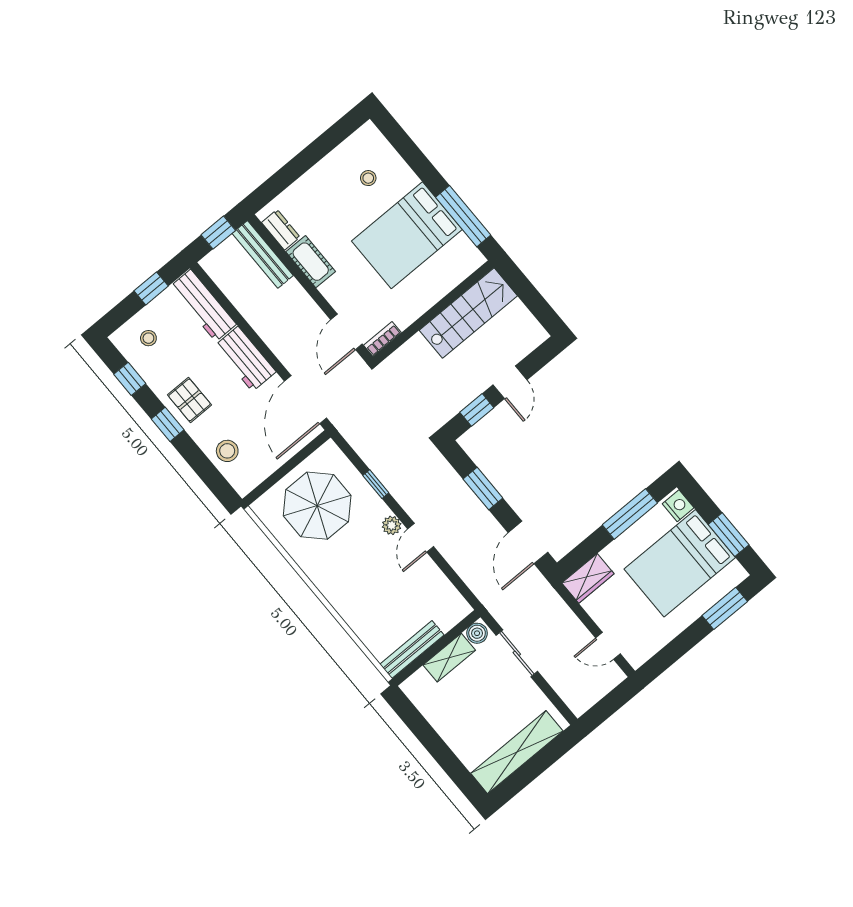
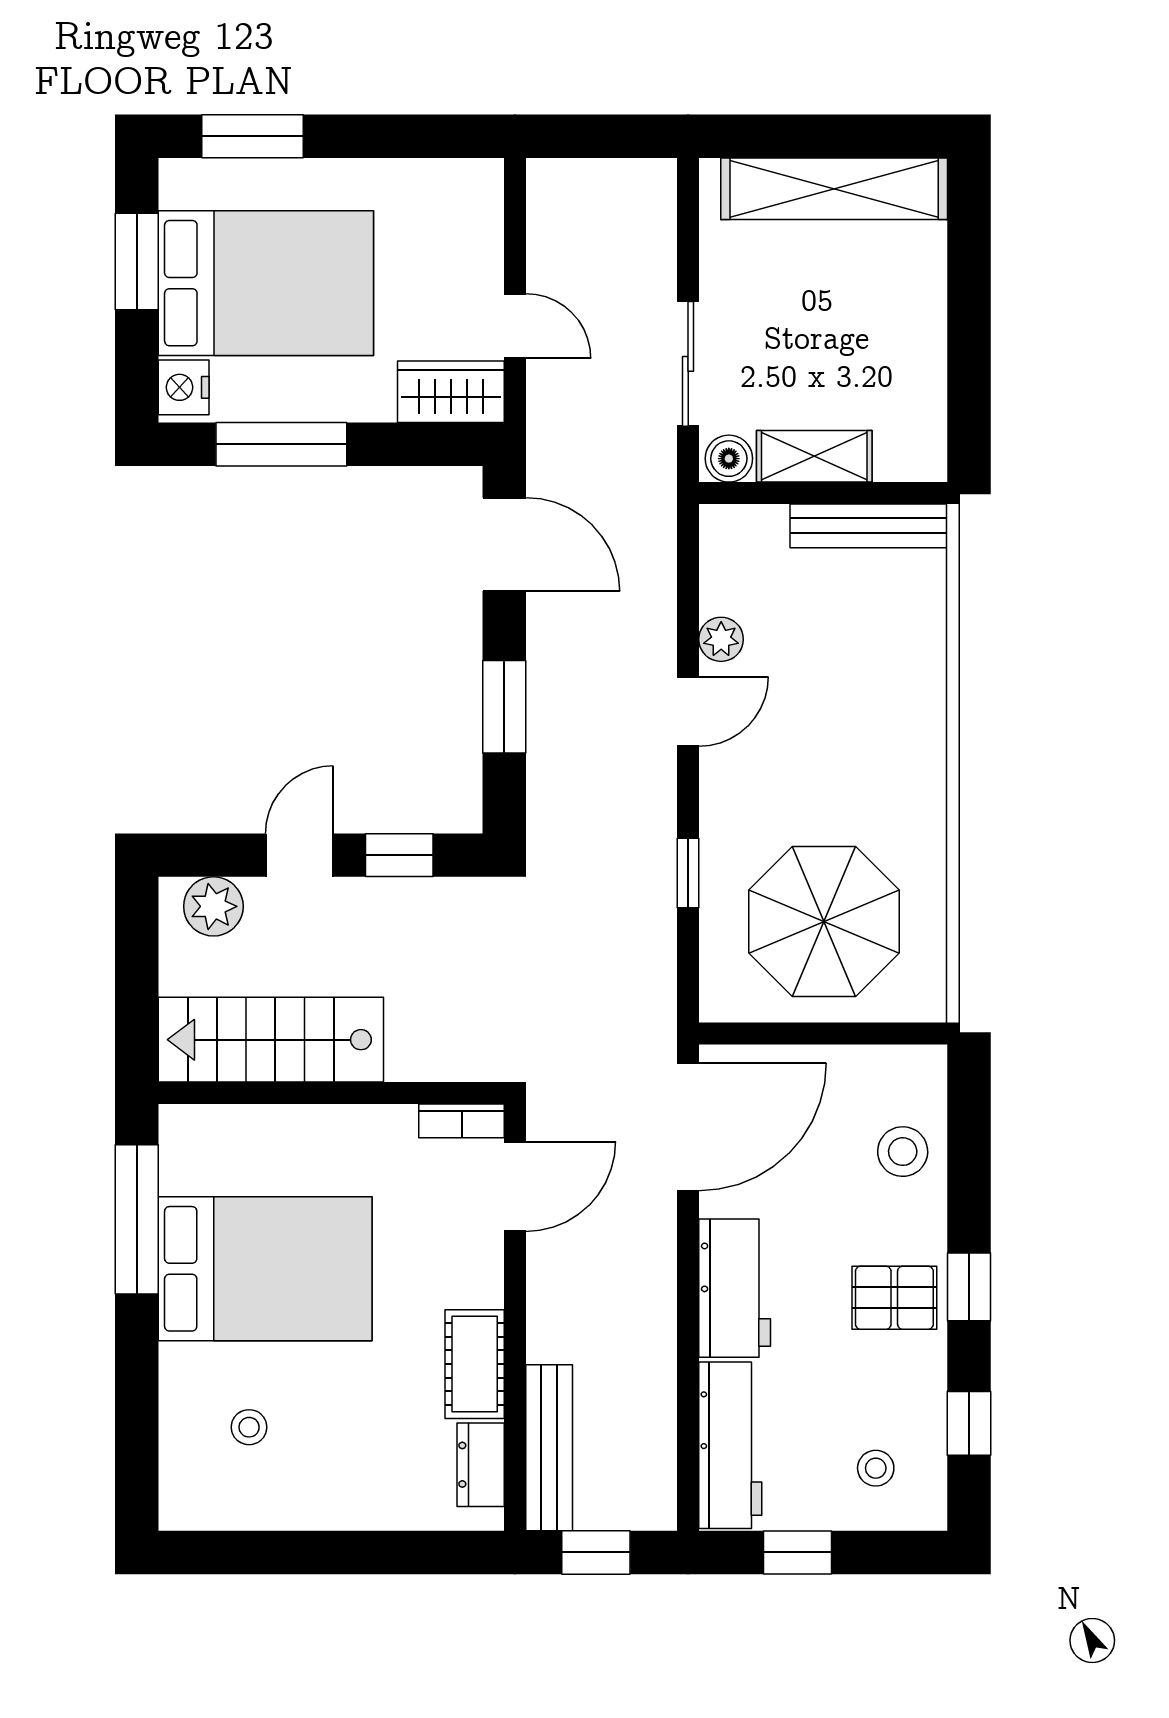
plant: (524, 341) -> (213, 906), added
pallet: (189, 400) -> (894, 1298), turned 90
plant: (392, 525) -> (721, 639), moved
door: (528, 542) -> (504, 544), hinge flipped
door: (608, 646) -> (515, 326), moved

